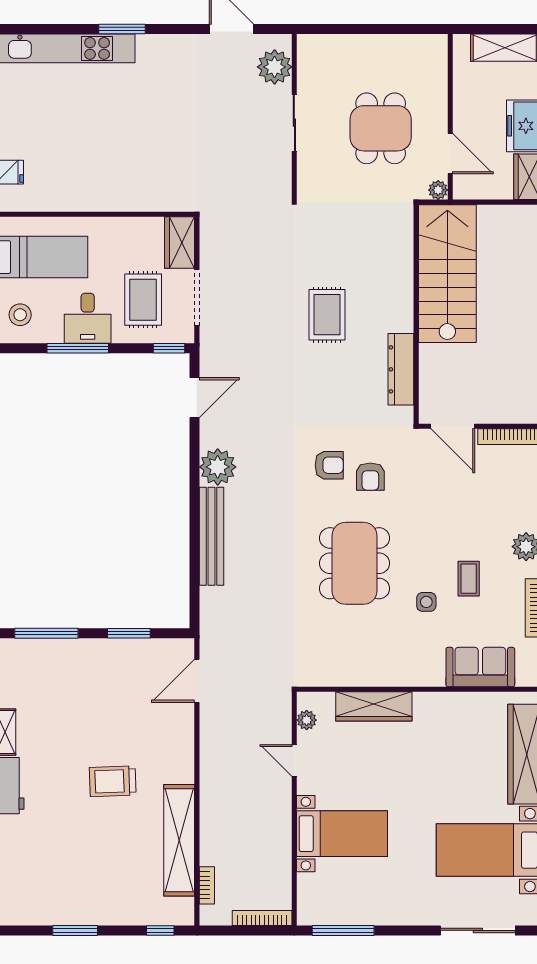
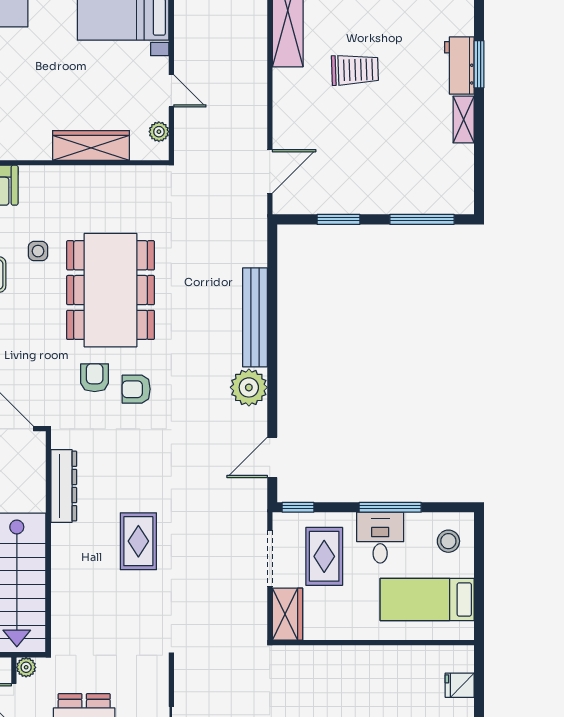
dining table: (355, 563) -> (111, 290), width x1.36, depth x1.24

